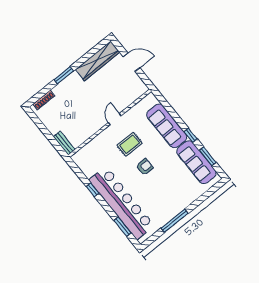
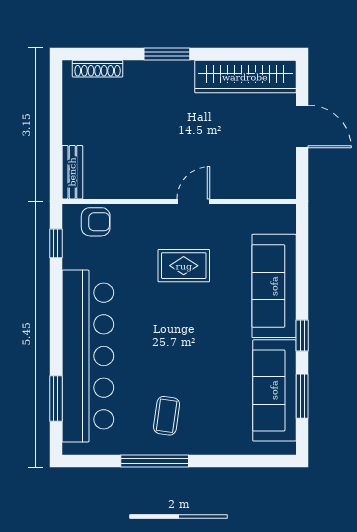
armchair: (145, 167) -> (96, 222), moved
window: (92, 190) -> (56, 243), moved
coffee table: (166, 201) -> (167, 416), added

